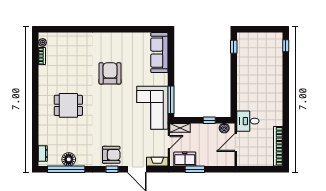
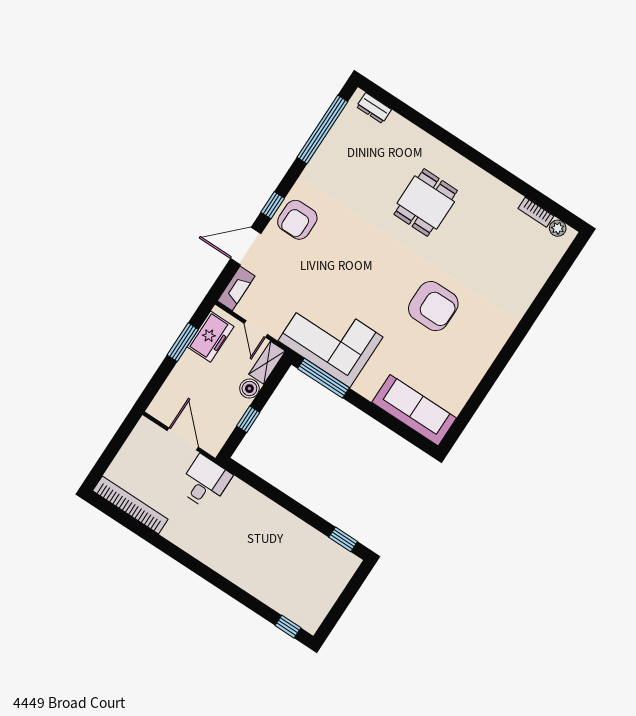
boiler: (224, 128) -> (249, 389), moved
floor lamp: (69, 159) -> (336, 144), removed

